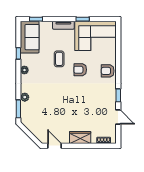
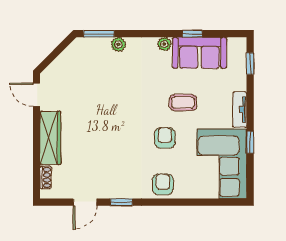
sofa: (30, 37) -> (199, 53), moved
wardrobe: (80, 138) -> (50, 138), width x1.50
door: (55, 146) -> (36, 95), swing flipped

